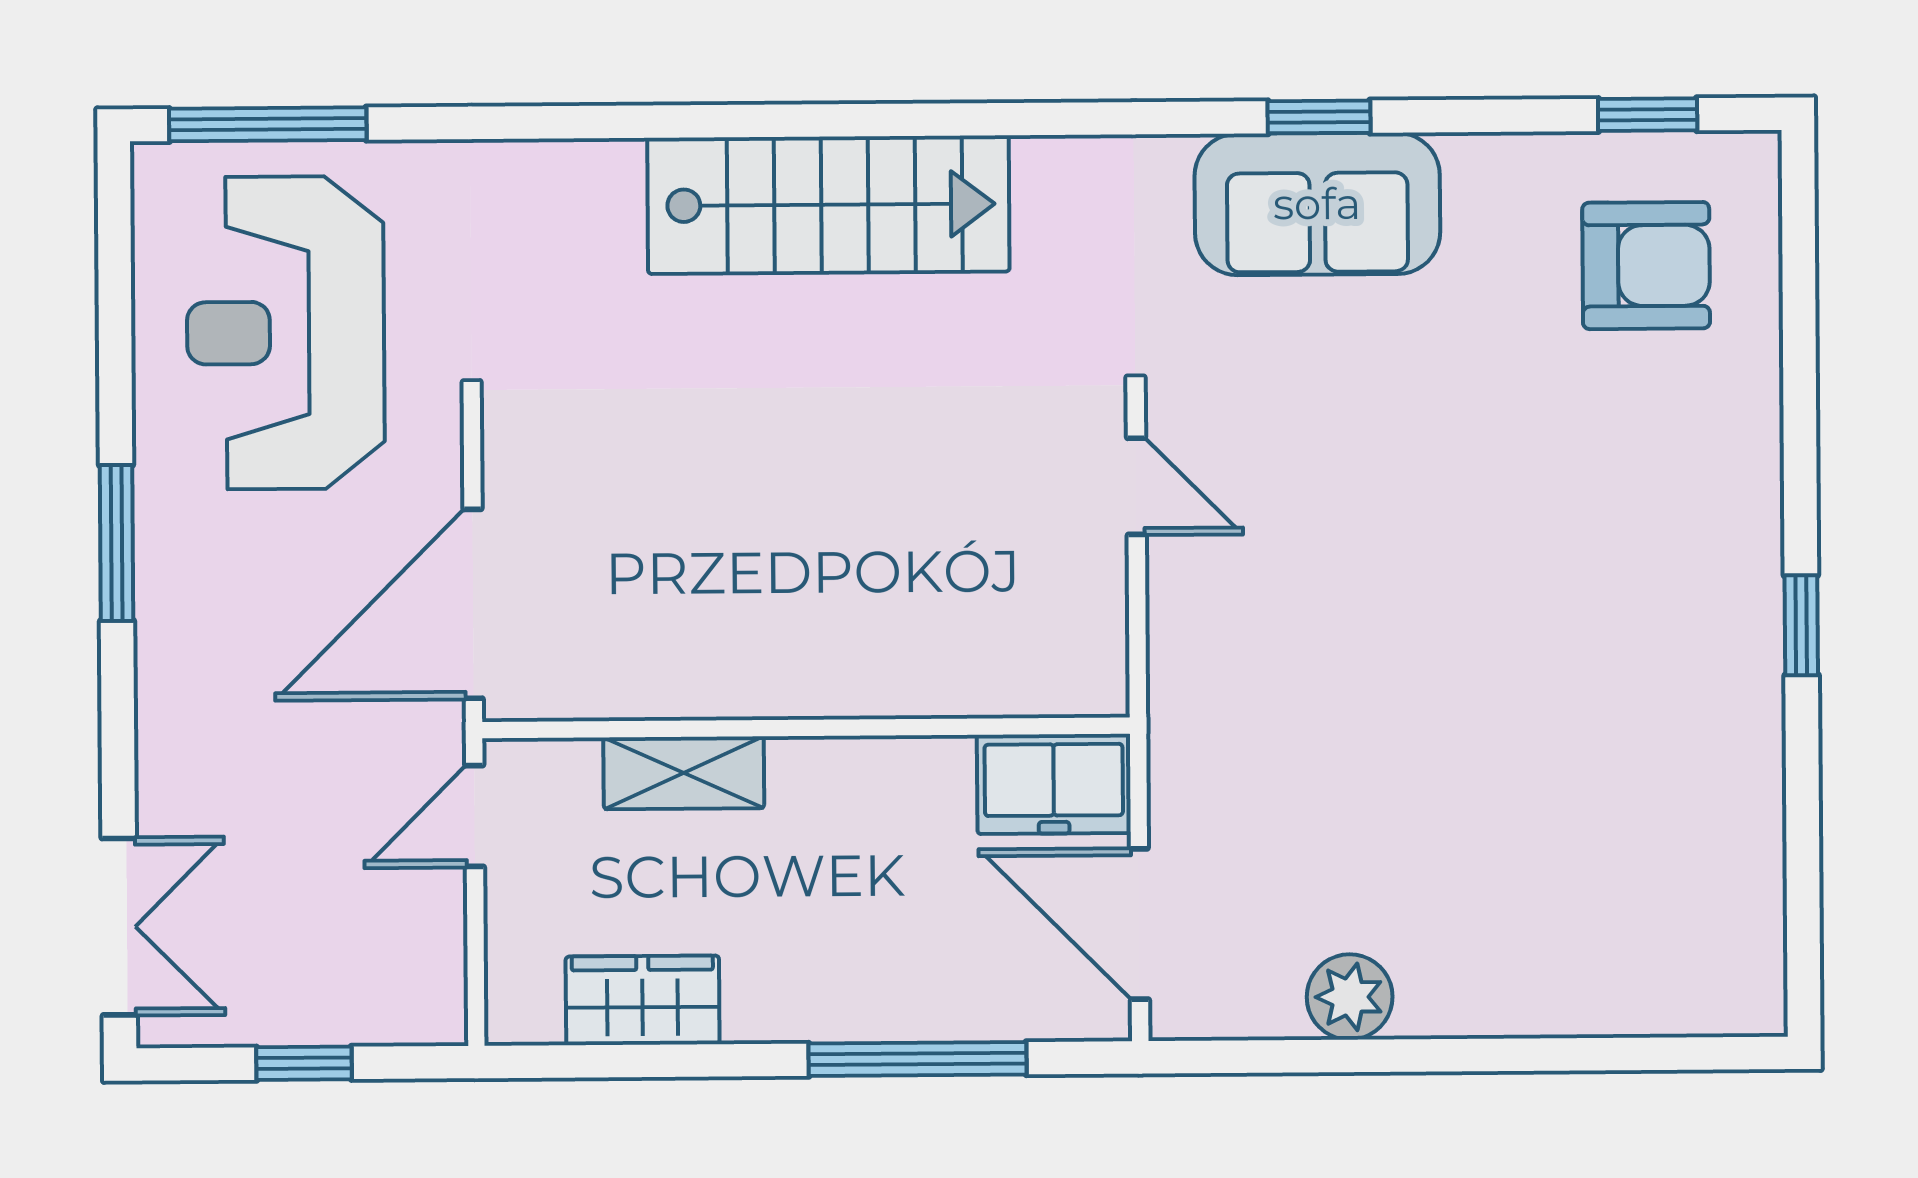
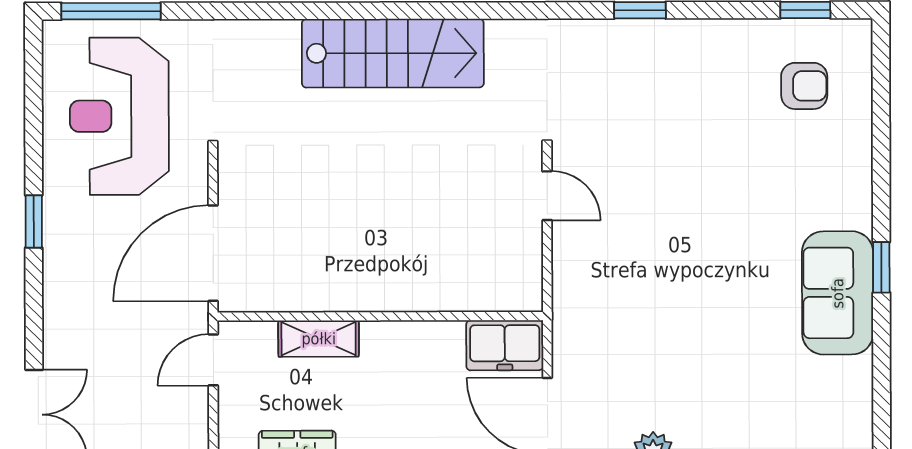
sofa: (1317, 204) -> (838, 293), moved, turned 90
armchair: (1646, 266) -> (804, 86), width x0.72, depth x0.72
window: (117, 543) -> (34, 222), width x0.67

